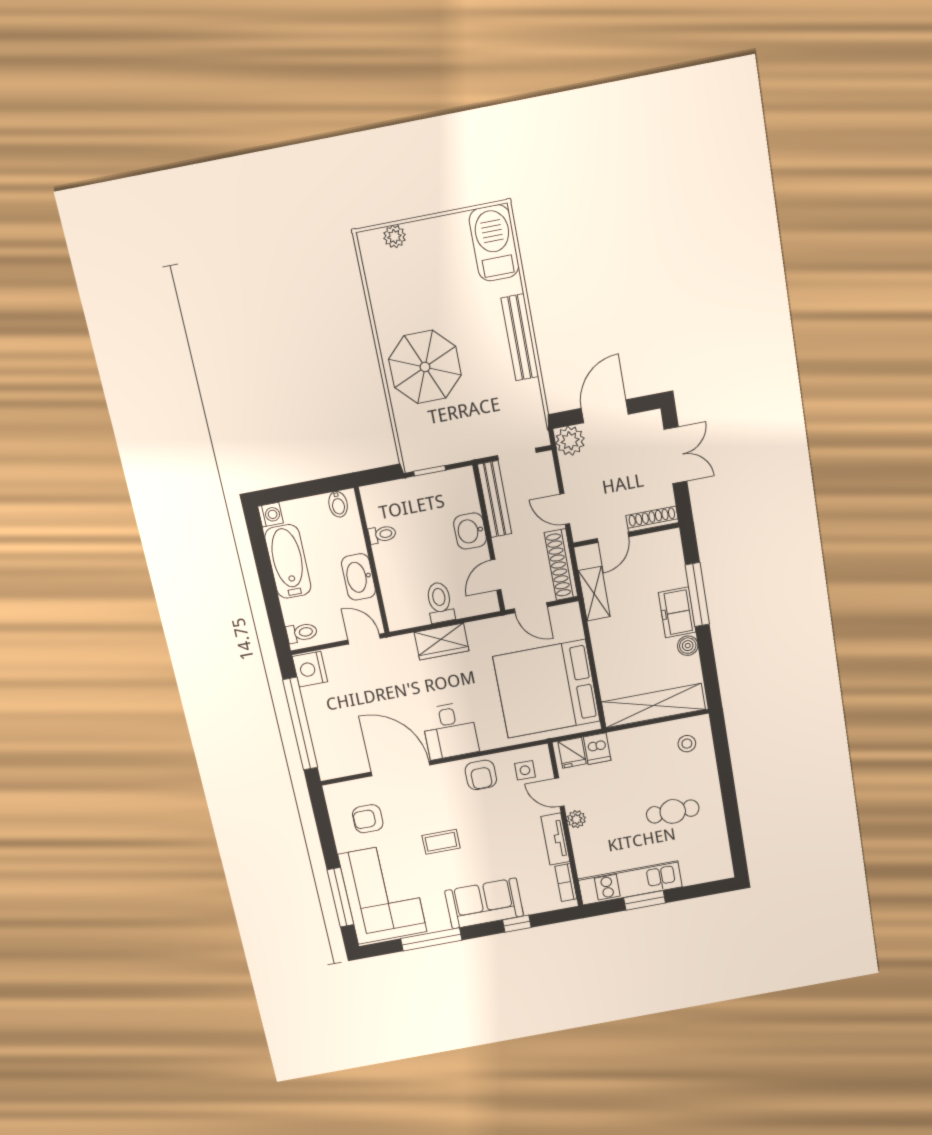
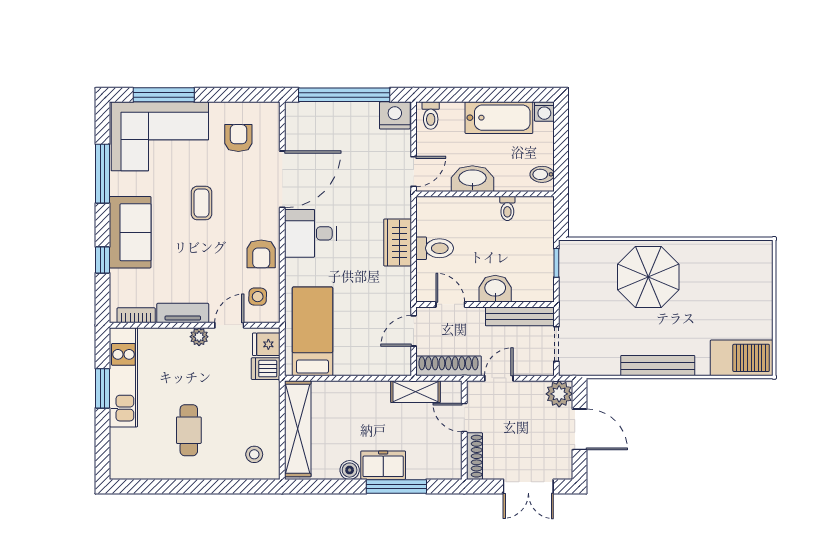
plant: (394, 236) -> (763, 273), removed
bed: (547, 689) -> (312, 331), width x0.49
armchair: (481, 775) -> (261, 254), turned -90

